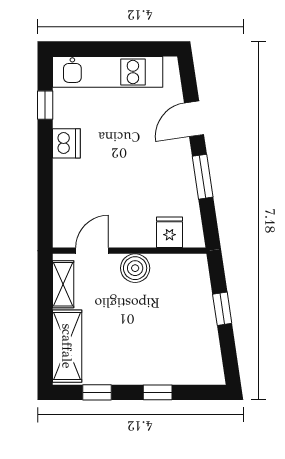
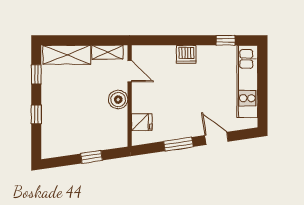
dishwasher: (66, 143) -> (186, 54), moved

